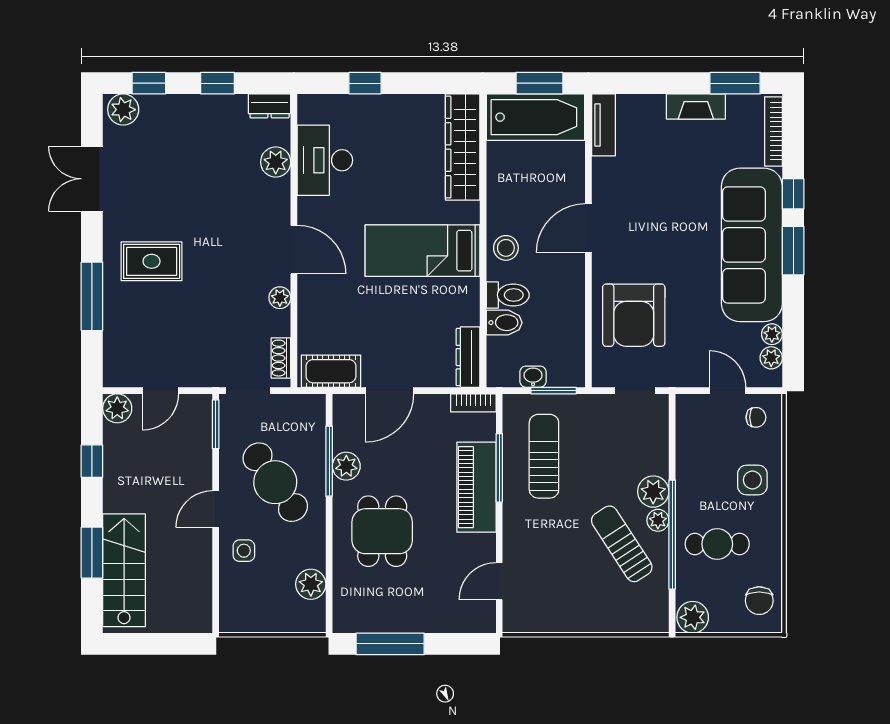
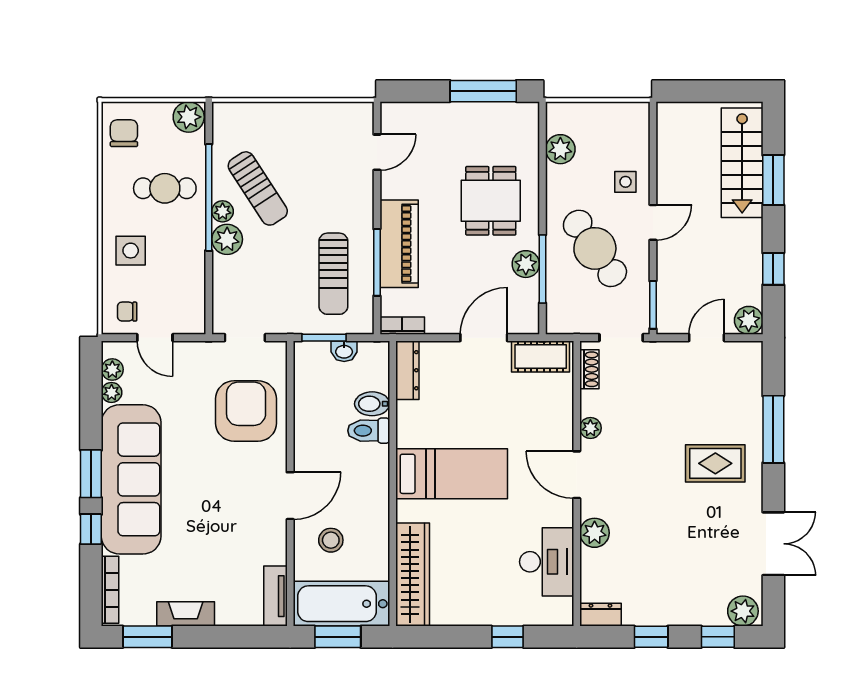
plant: (276, 162) -> (595, 533), moved
stool: (506, 248) -> (331, 540), moved

